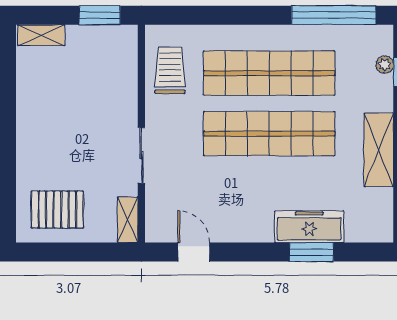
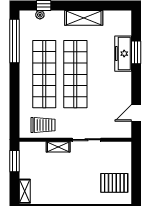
trolley: (170, 70) -> (43, 125), turned 180
pallet: (57, 210) -> (114, 183), turned 90
shelving: (128, 220) -> (58, 147), moved

